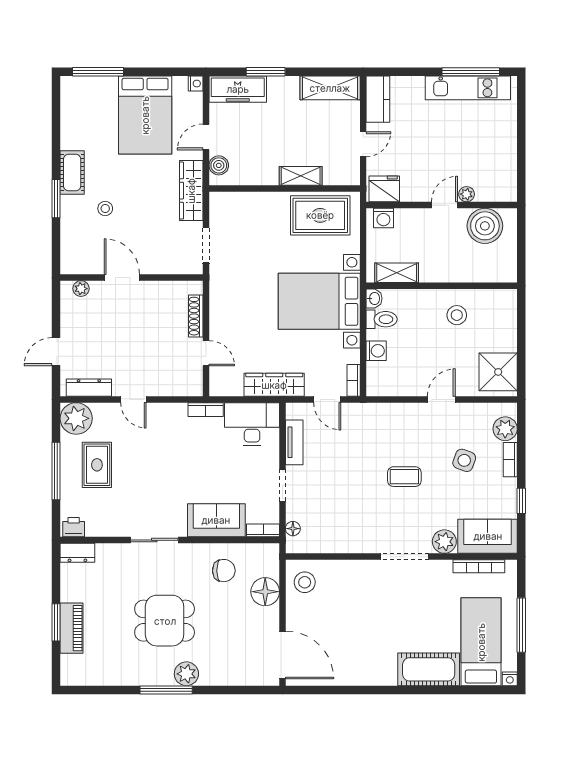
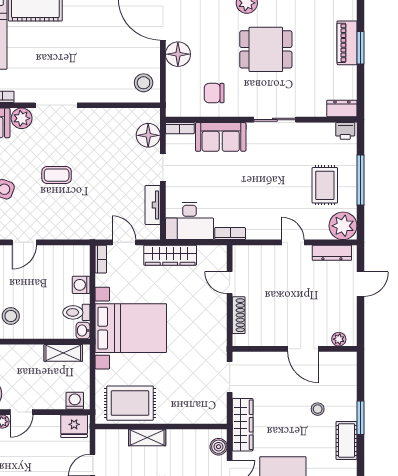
floor lamp: (293, 529) -> (148, 135), width x1.89, depth x1.89
floor lamp: (265, 592) -> (178, 54), moved

